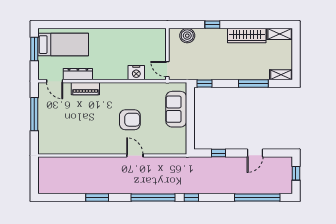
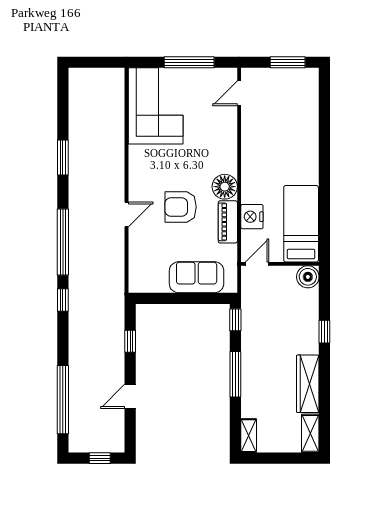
boiler: (187, 36) -> (308, 277), moved
bed: (63, 45) -> (301, 224), moved, turned 180
dresser: (78, 74) -> (249, 128), removed
window: (253, 83) -> (235, 374), moved
piano: (85, 89) -> (228, 222), moved
floor lamp: (116, 91) -> (225, 187), added
armchair: (130, 120) -> (181, 207), turned 90
corner sofa: (63, 136) -> (156, 106), added
door: (255, 153) -> (130, 396), hinge flipped

